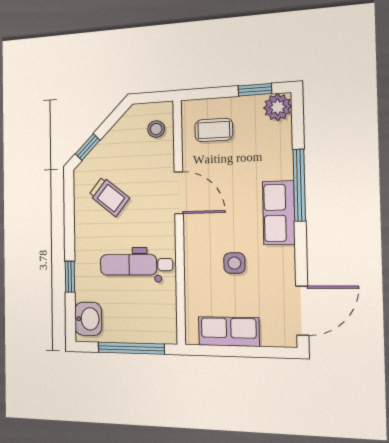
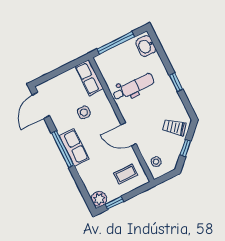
window: (88, 147) -> (185, 148), moved
window: (299, 185) -> (63, 149), moved
trolley: (109, 197) -> (174, 127), moved
window: (70, 277) -> (176, 82), moved
row of seats: (229, 331) -> (89, 78), moved, turned 90

